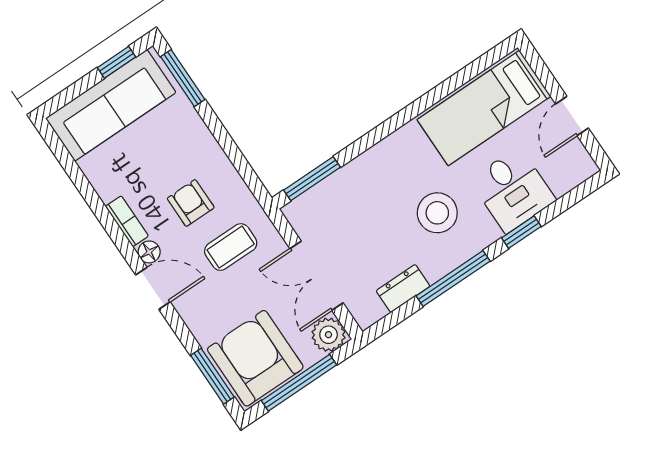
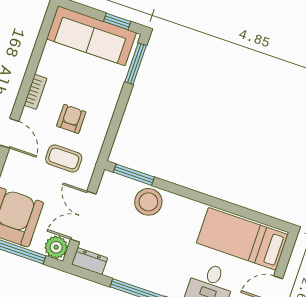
stool: (437, 213) -> (148, 202), moved
floor lamp: (149, 252) -> (28, 116), removed
dresser: (403, 288) -> (90, 261), moved

